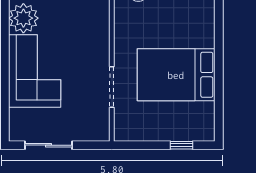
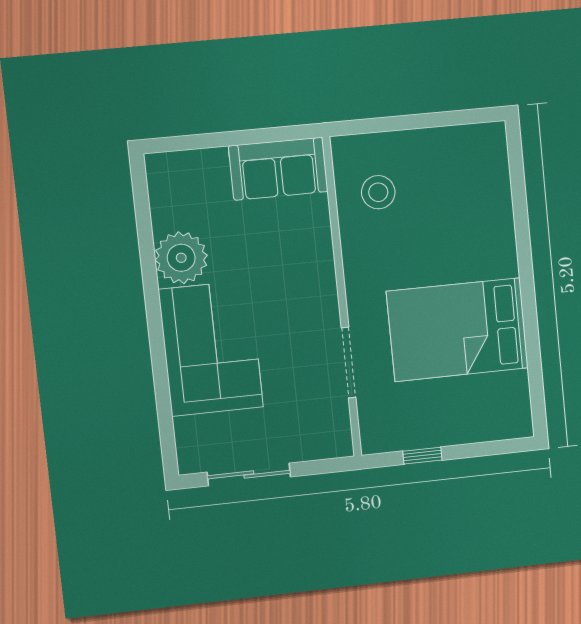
window: (182, 145) -> (422, 456), moved

